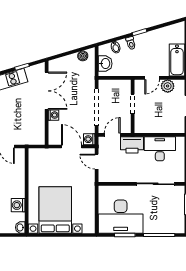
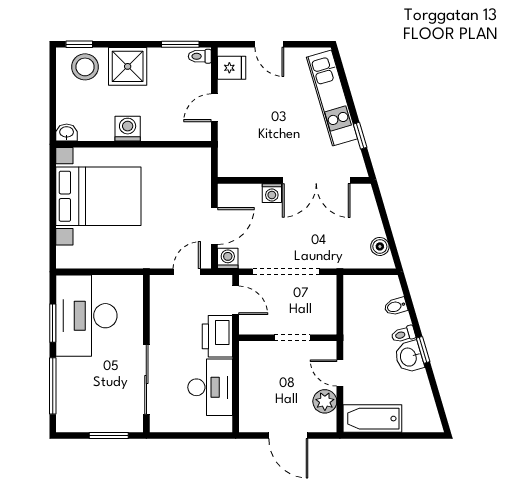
washbasin: (105, 64) -> (409, 357), moved, turned 74
washing machine: (18, 205) -> (128, 129), moved

